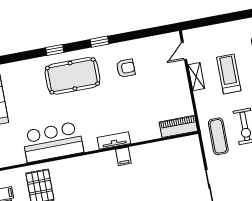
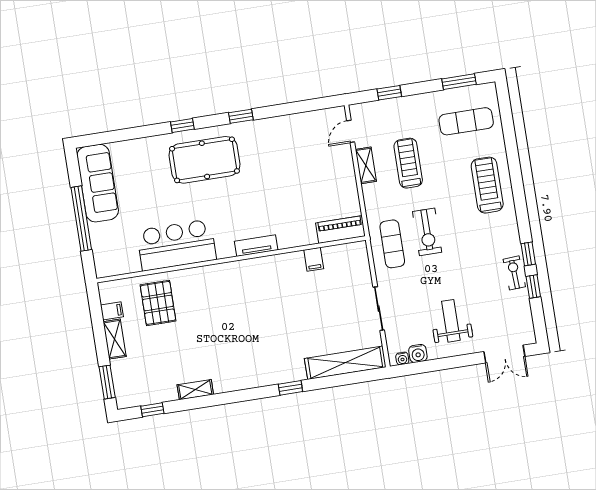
window: (213, 20) -> (389, 93), added
armchair: (126, 68) -> (274, 152), removed
filing cabinet: (123, 156) -> (314, 259), moved

